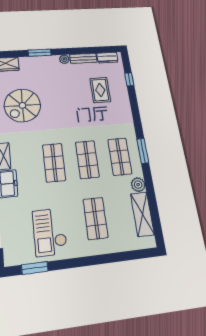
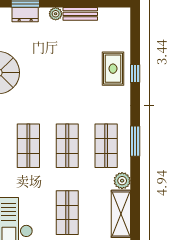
dresser: (107, 58) -> (25, 15), moved
window: (129, 79) -> (135, 74), moved
rug: (100, 90) -> (113, 69), moved

